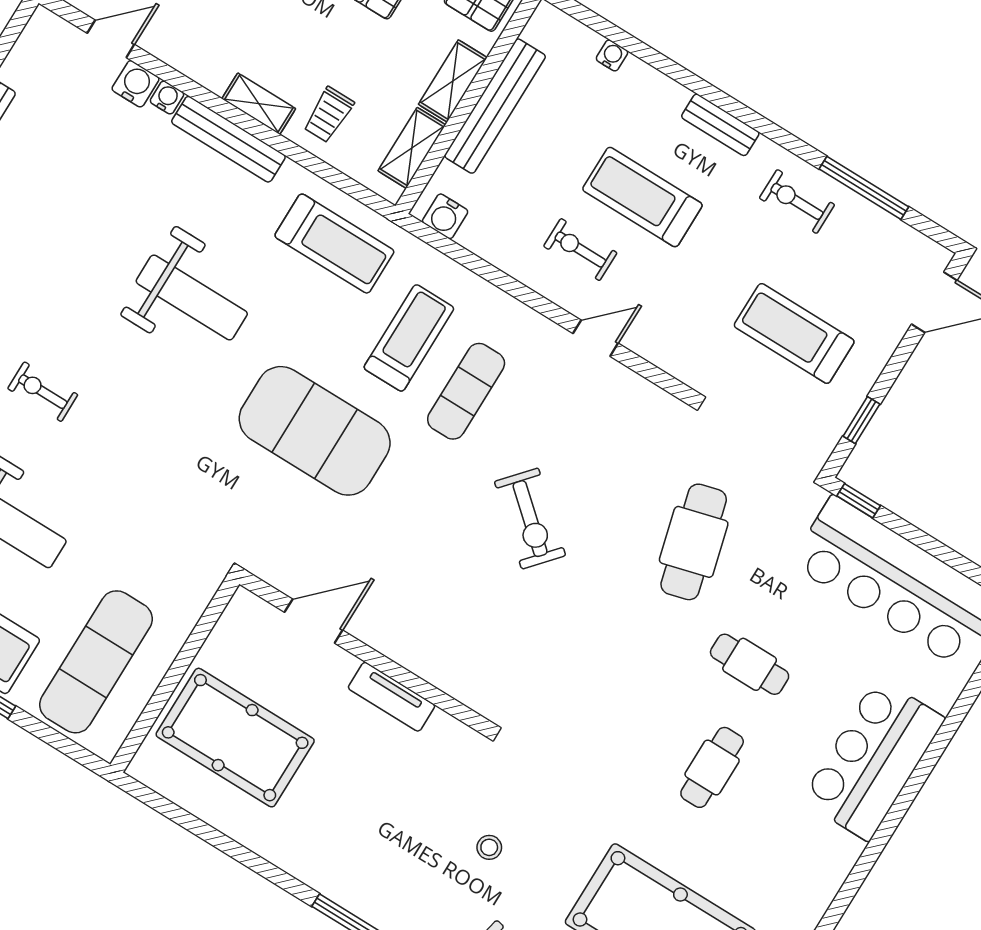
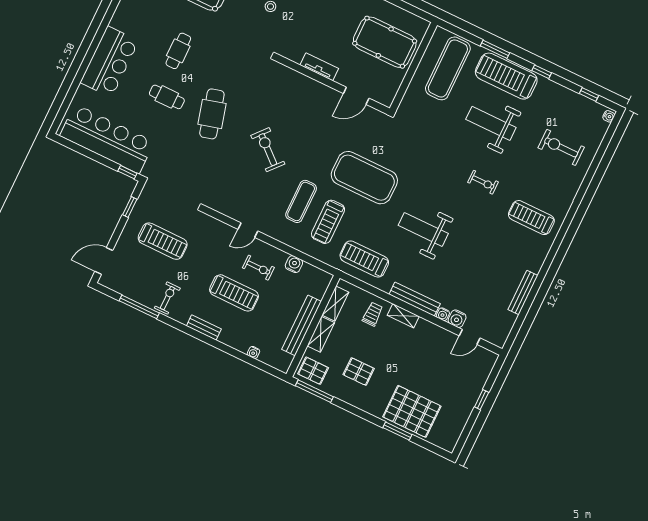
exercise bike: (797, 201) -> (167, 298), turned -90
water cooler: (445, 216) -> (294, 264), moved
cafe table: (694, 542) -> (212, 114), moved

